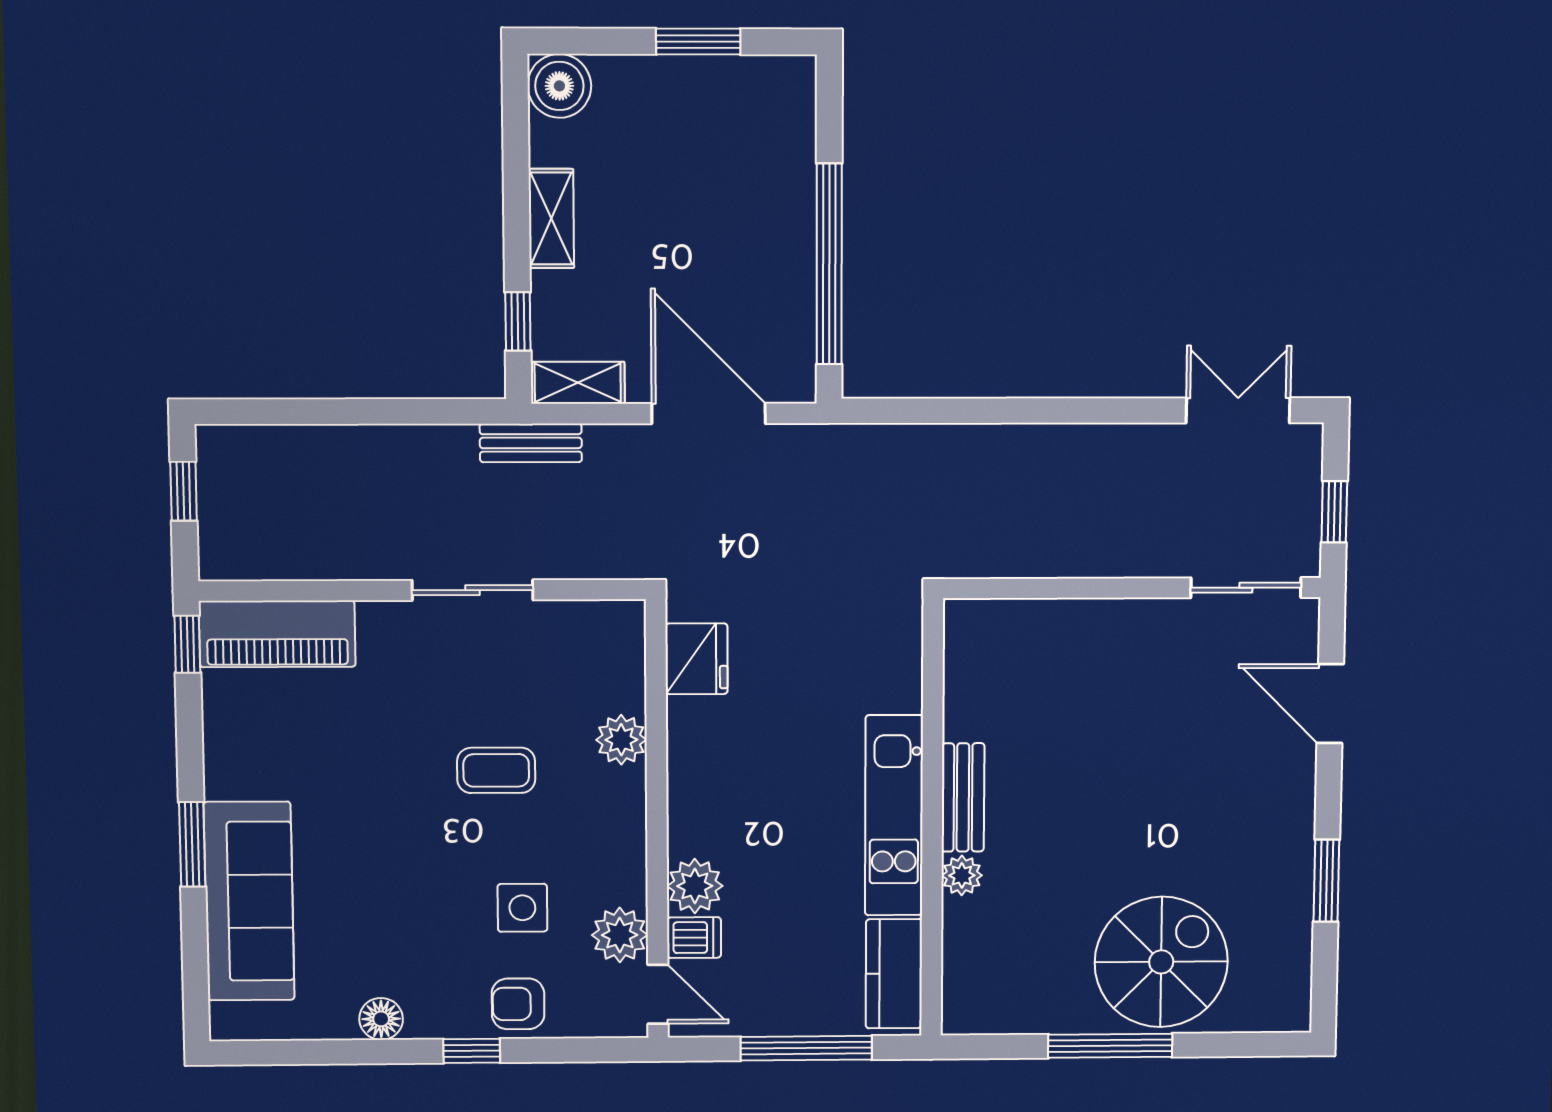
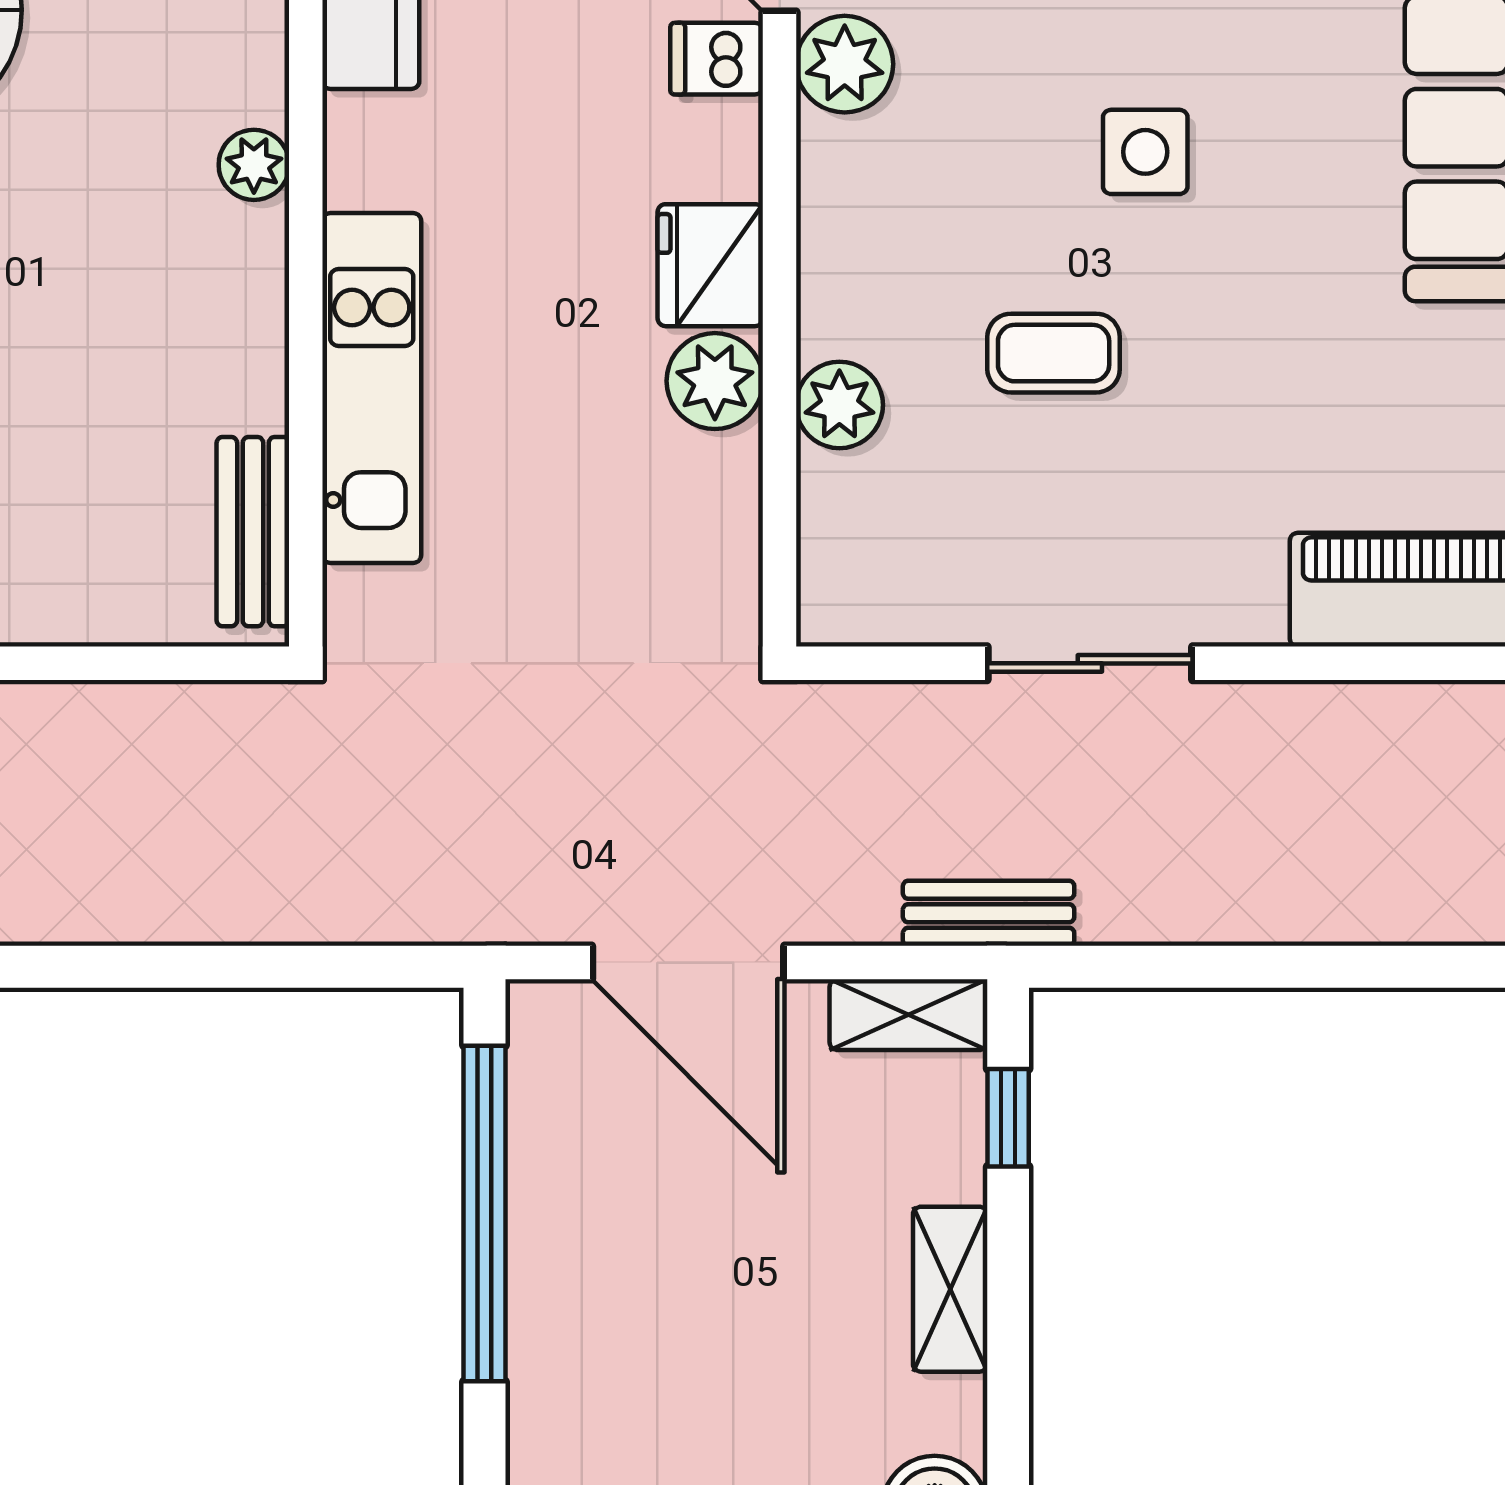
fridge: (697, 659) -> (710, 265), moved
bench: (963, 797) -> (253, 532), moved
kitchen unit: (894, 815) -> (372, 388), moved
plant: (695, 886) -> (715, 381), moved
side table: (522, 908) -> (1145, 152), moved

